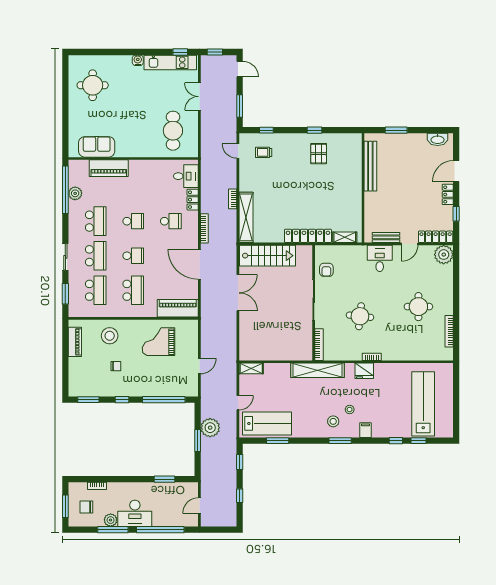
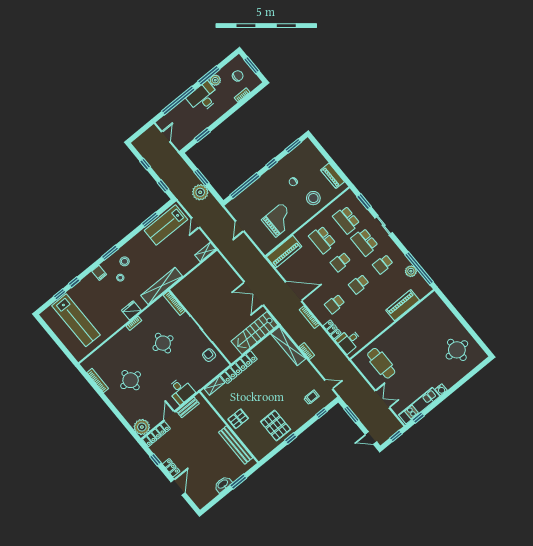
washbasin: (438, 139) -> (223, 484), moved
sofa: (97, 147) -> (422, 312), removed
pallet: (319, 154) -> (276, 426), width x1.50, depth x1.42
pallet: (348, 189) -> (238, 419), added
school desk: (96, 221) -> (383, 264), width x0.54

